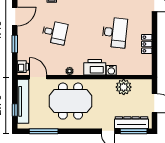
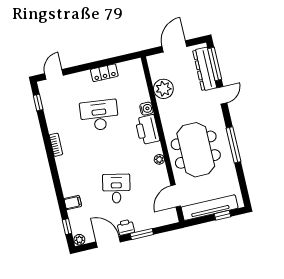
printer: (23, 67) -> (126, 227), moved
window: (44, 131) -> (233, 145), moved

